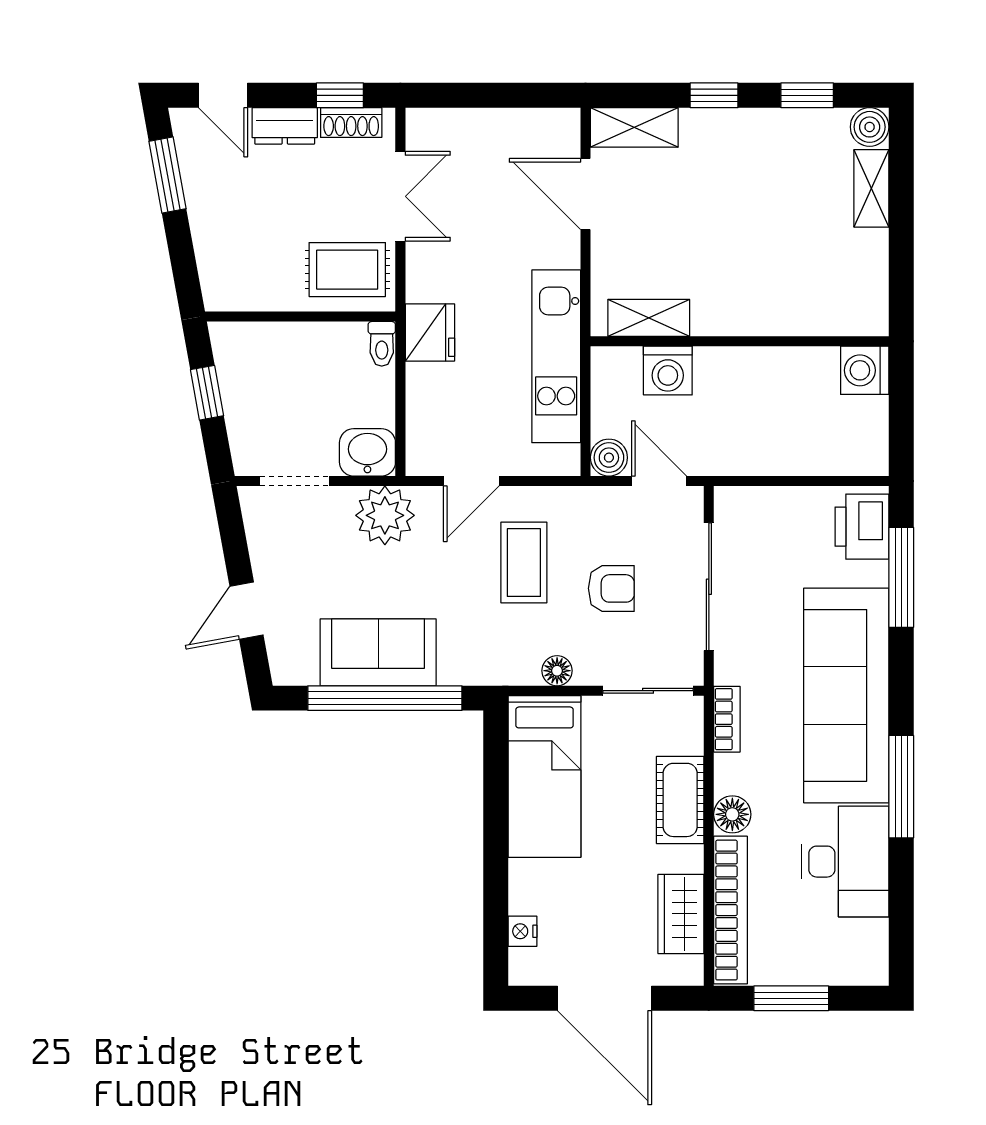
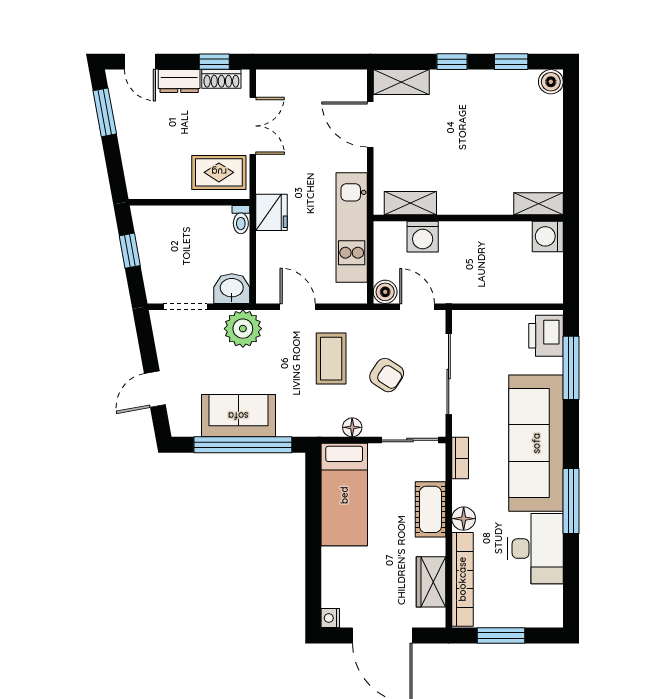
shelving: (871, 188) -> (538, 204), moved, turned 90
door: (471, 481) -> (298, 307), swing flipped
armchair: (611, 588) -> (387, 375), turned 33
nightstand: (522, 931) -> (330, 618), moved

